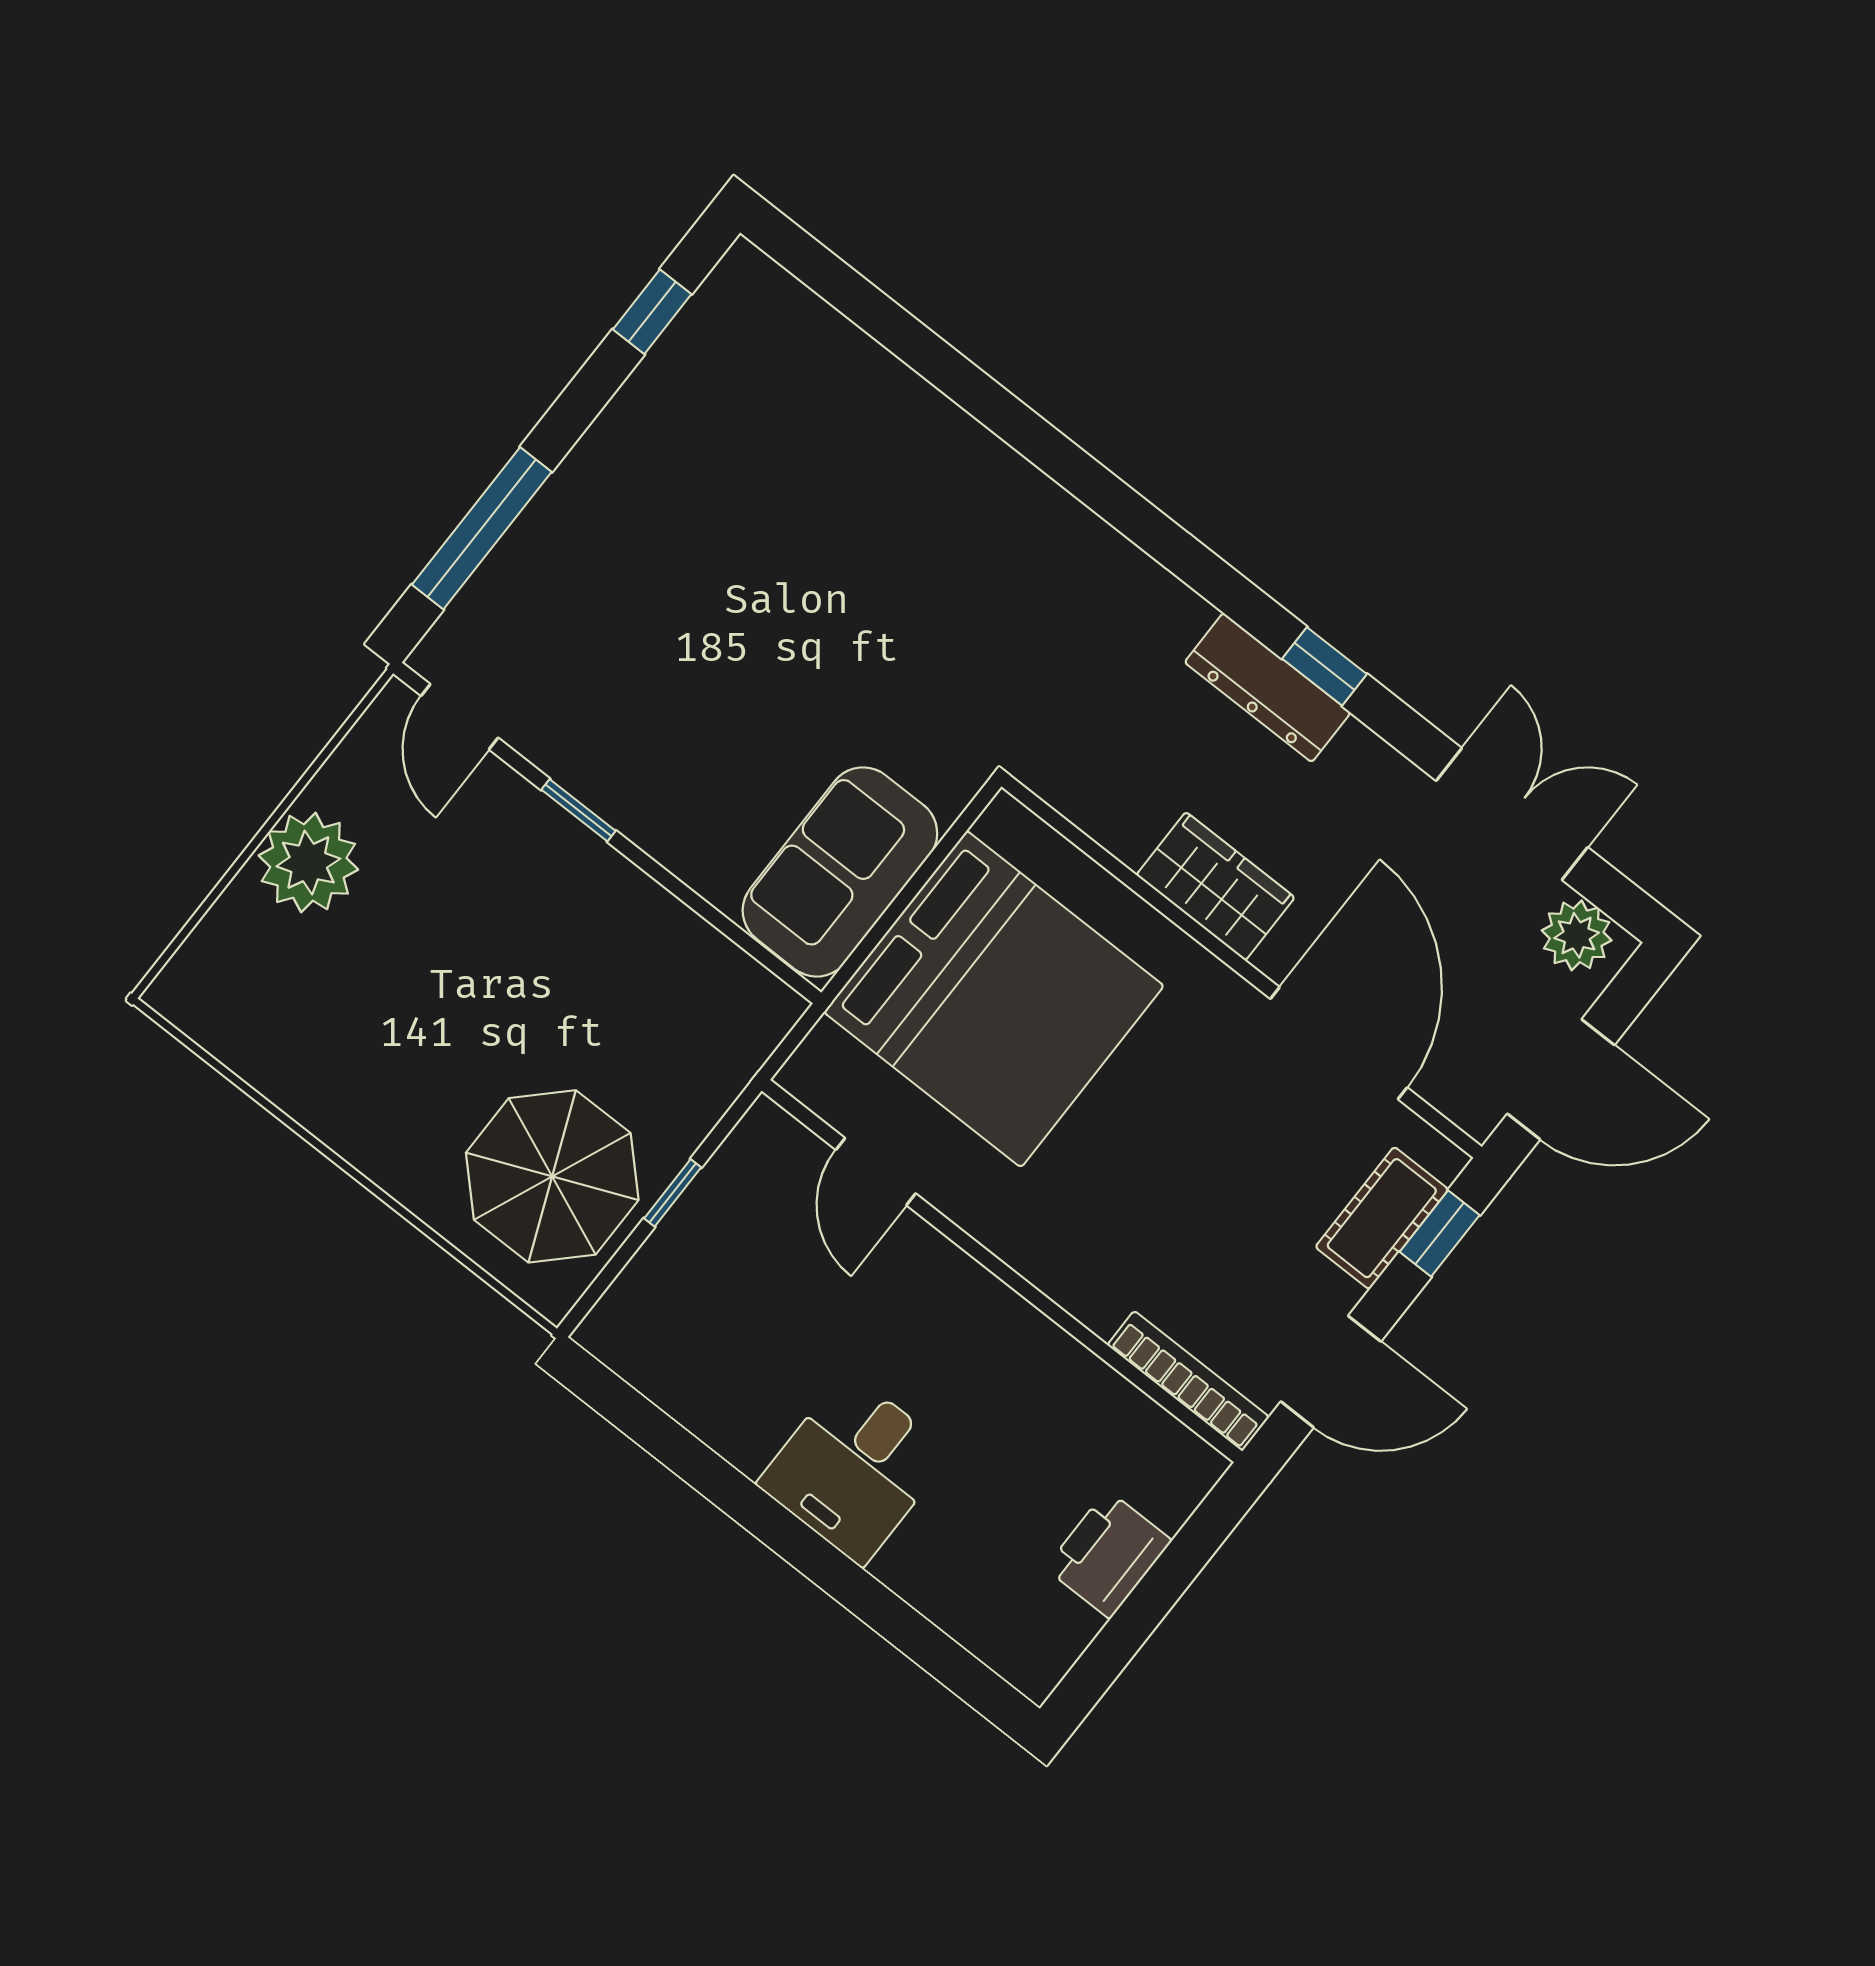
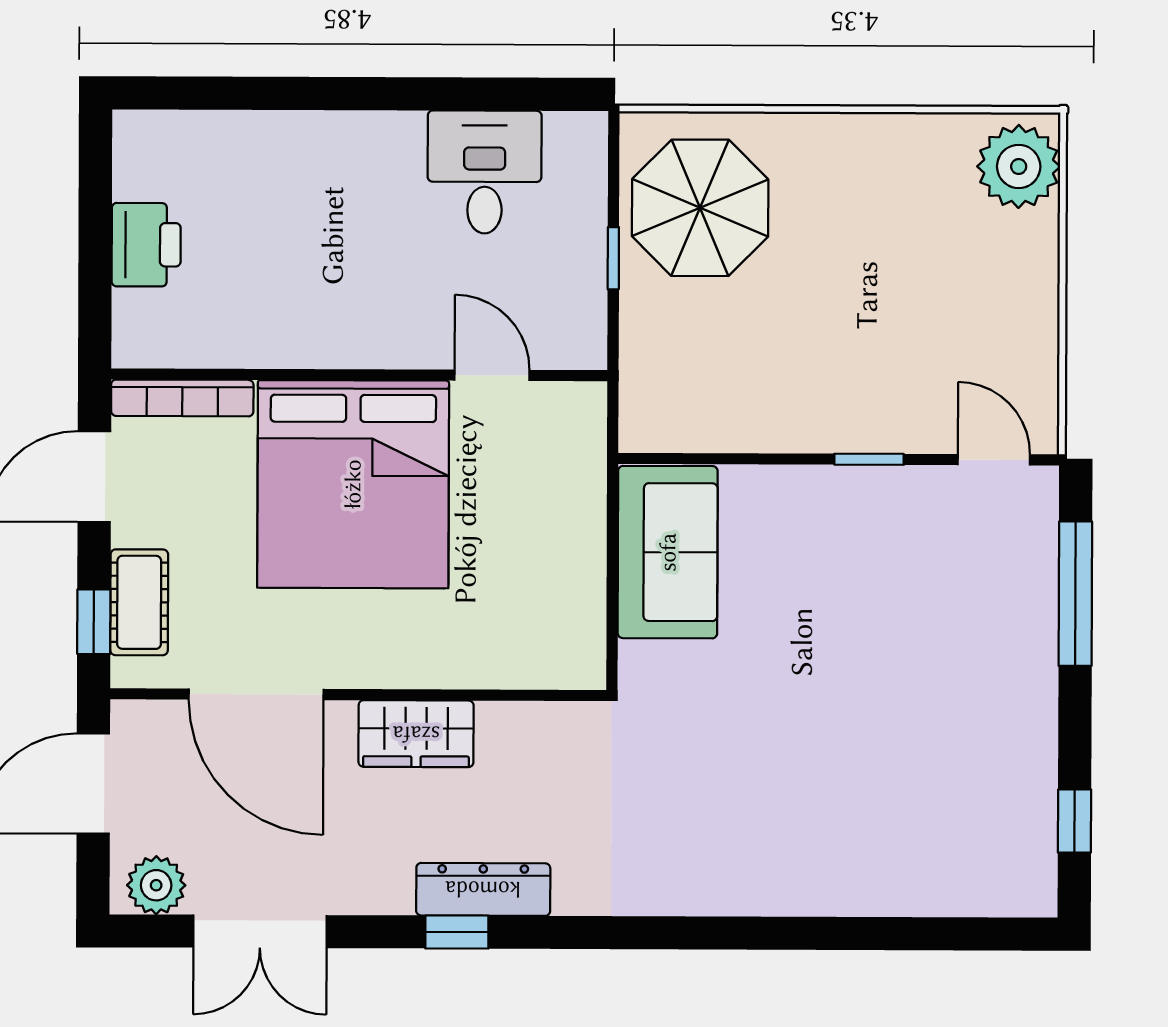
plant: (308, 862) -> (1019, 166), moved
bed: (994, 999) -> (353, 484), moved, turned -90
desk: (855, 1468) -> (485, 172), moved

